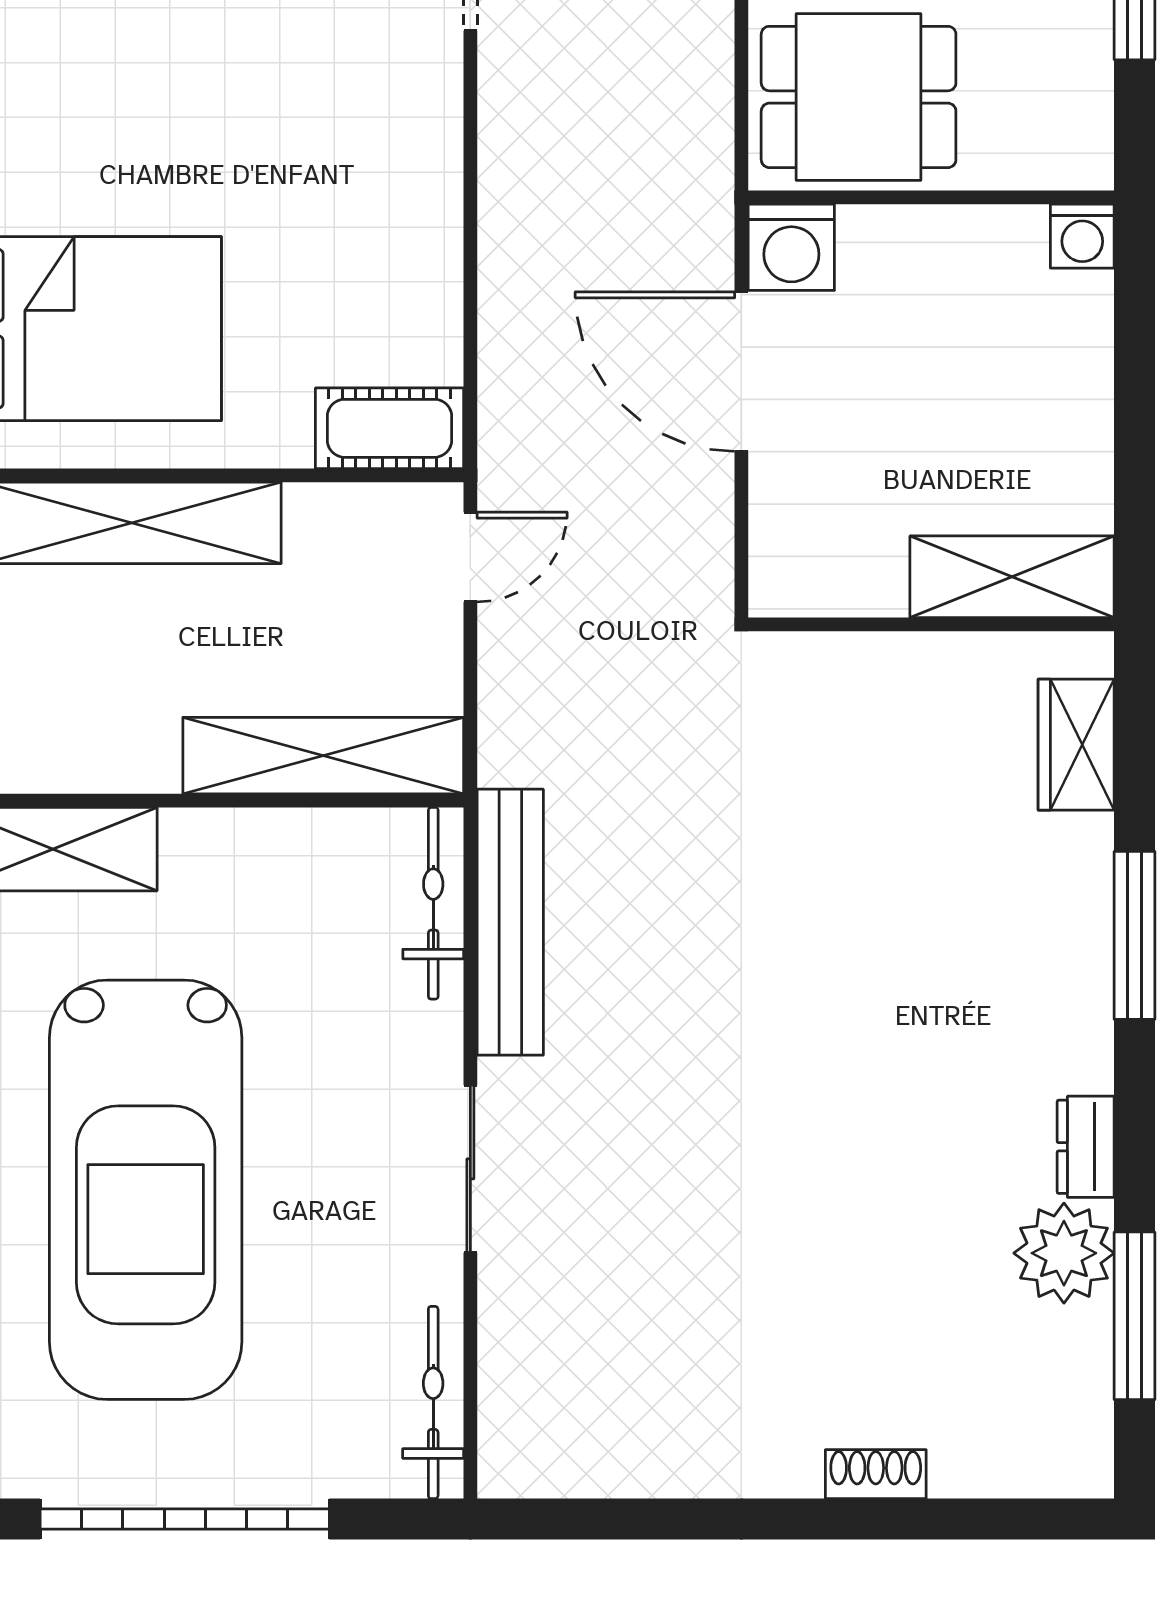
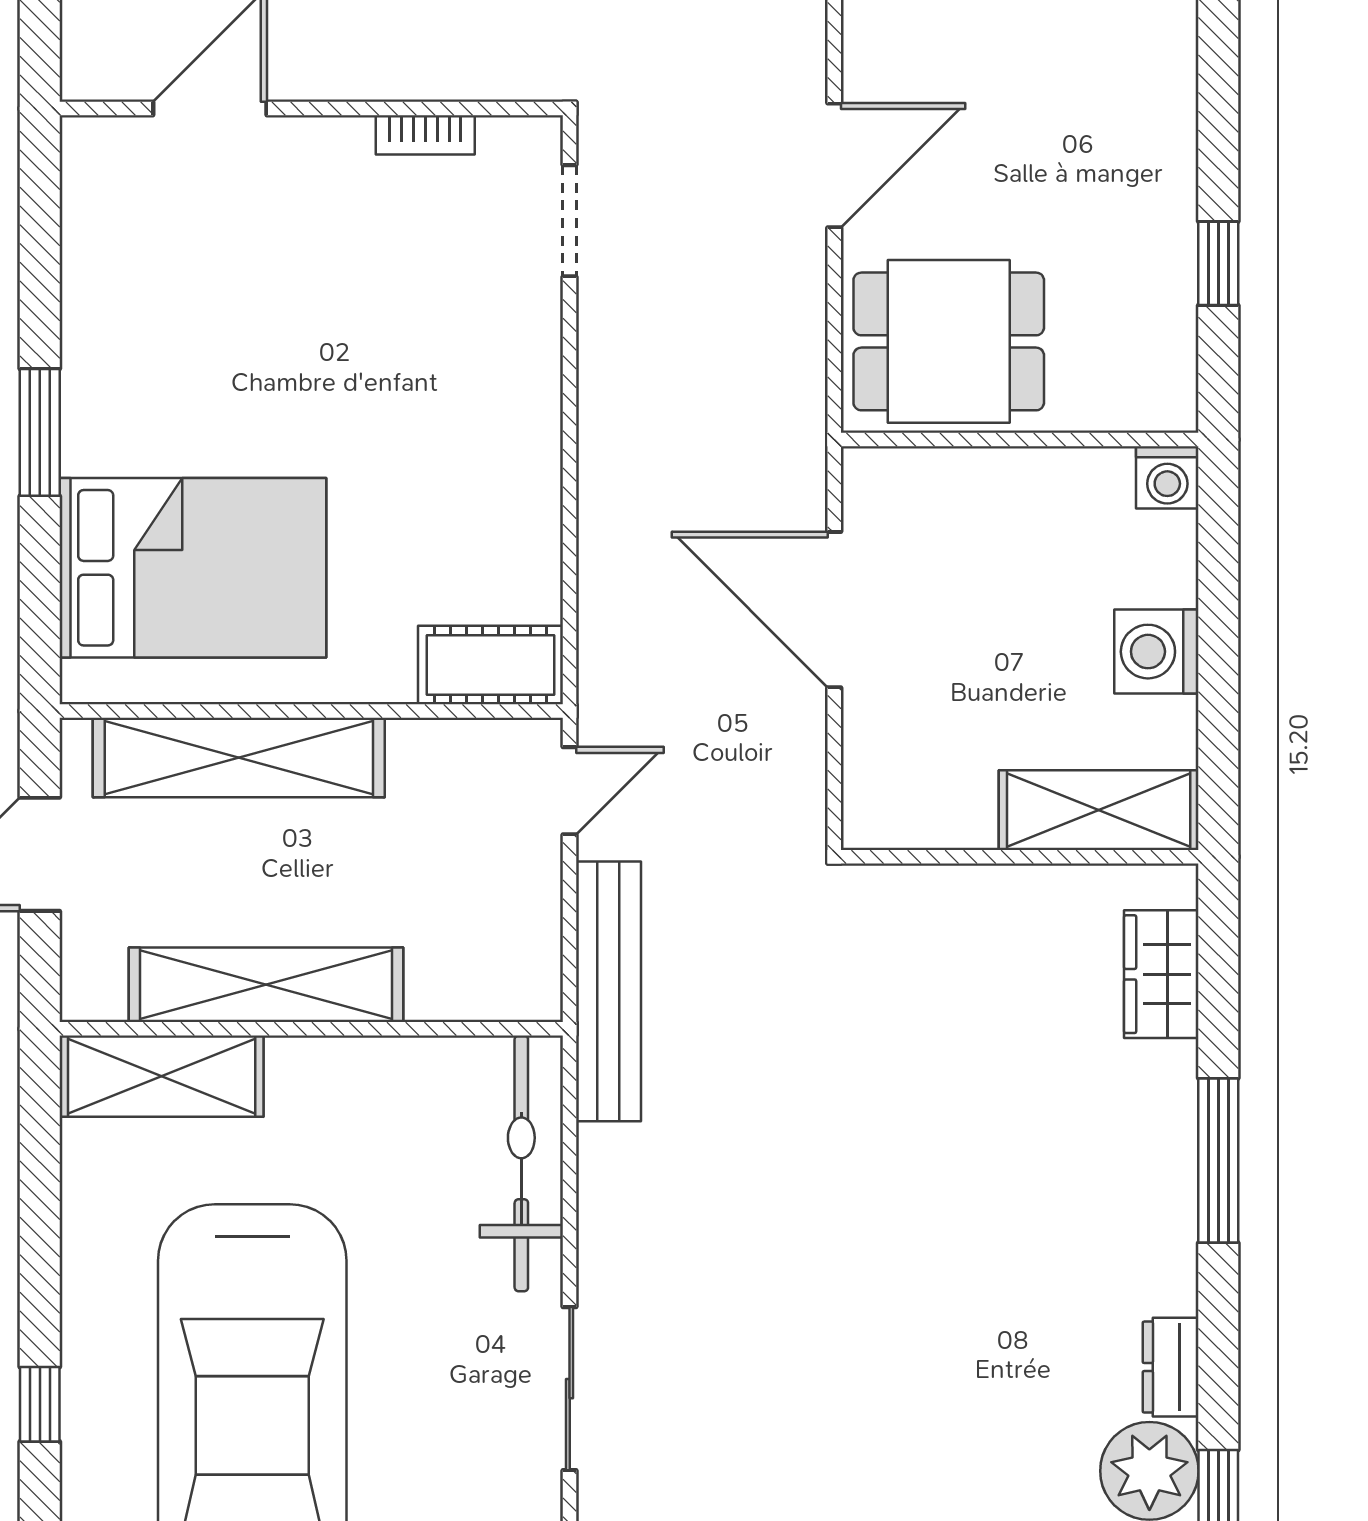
washing machine: (791, 247) -> (1156, 652), moved, turned 90
shelving: (323, 756) -> (266, 985), moved
bicycle: (433, 903) -> (521, 1163), width x1.37, depth x1.40
bench: (510, 922) -> (608, 991), moved

